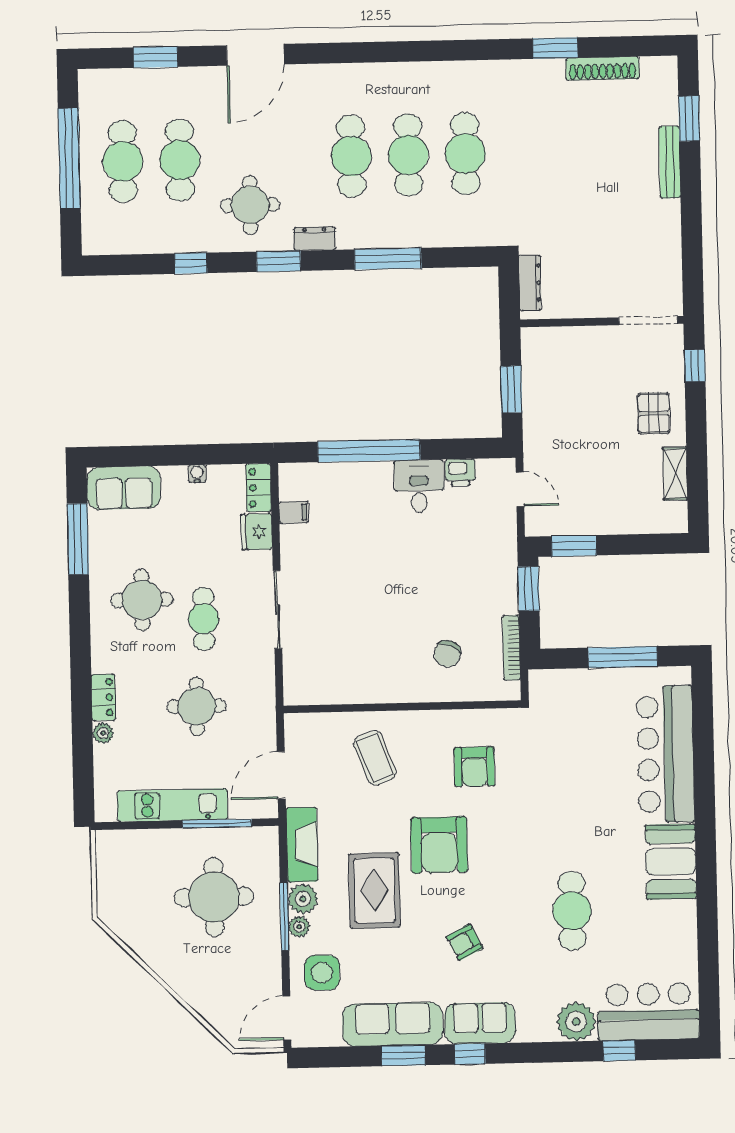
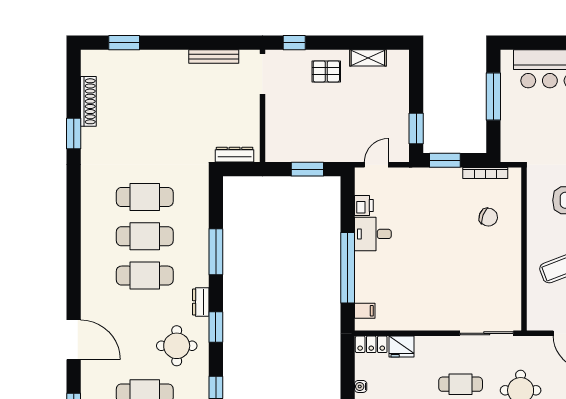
bench: (670, 162) -> (214, 57), moved
filing cabinet: (294, 512) -> (365, 311), moved, turned 90
sliding door: (277, 610) -> (487, 333), moved

